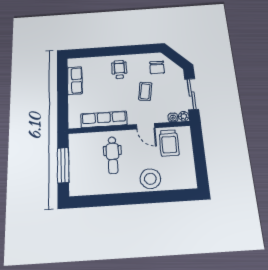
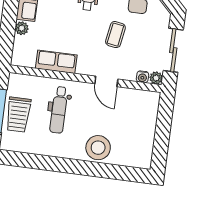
plant: (73, 100) -> (22, 28), added
row of seats: (104, 119) -> (56, 62), width x0.68
trolley: (169, 143) -> (18, 115), moved

